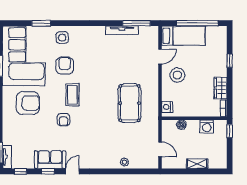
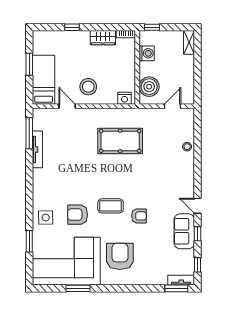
window: (197, 23) -> (29, 64), width x0.47
boiler: (181, 125) -> (149, 87), width x1.86, depth x1.86
shelving: (197, 164) -> (189, 42), moved

